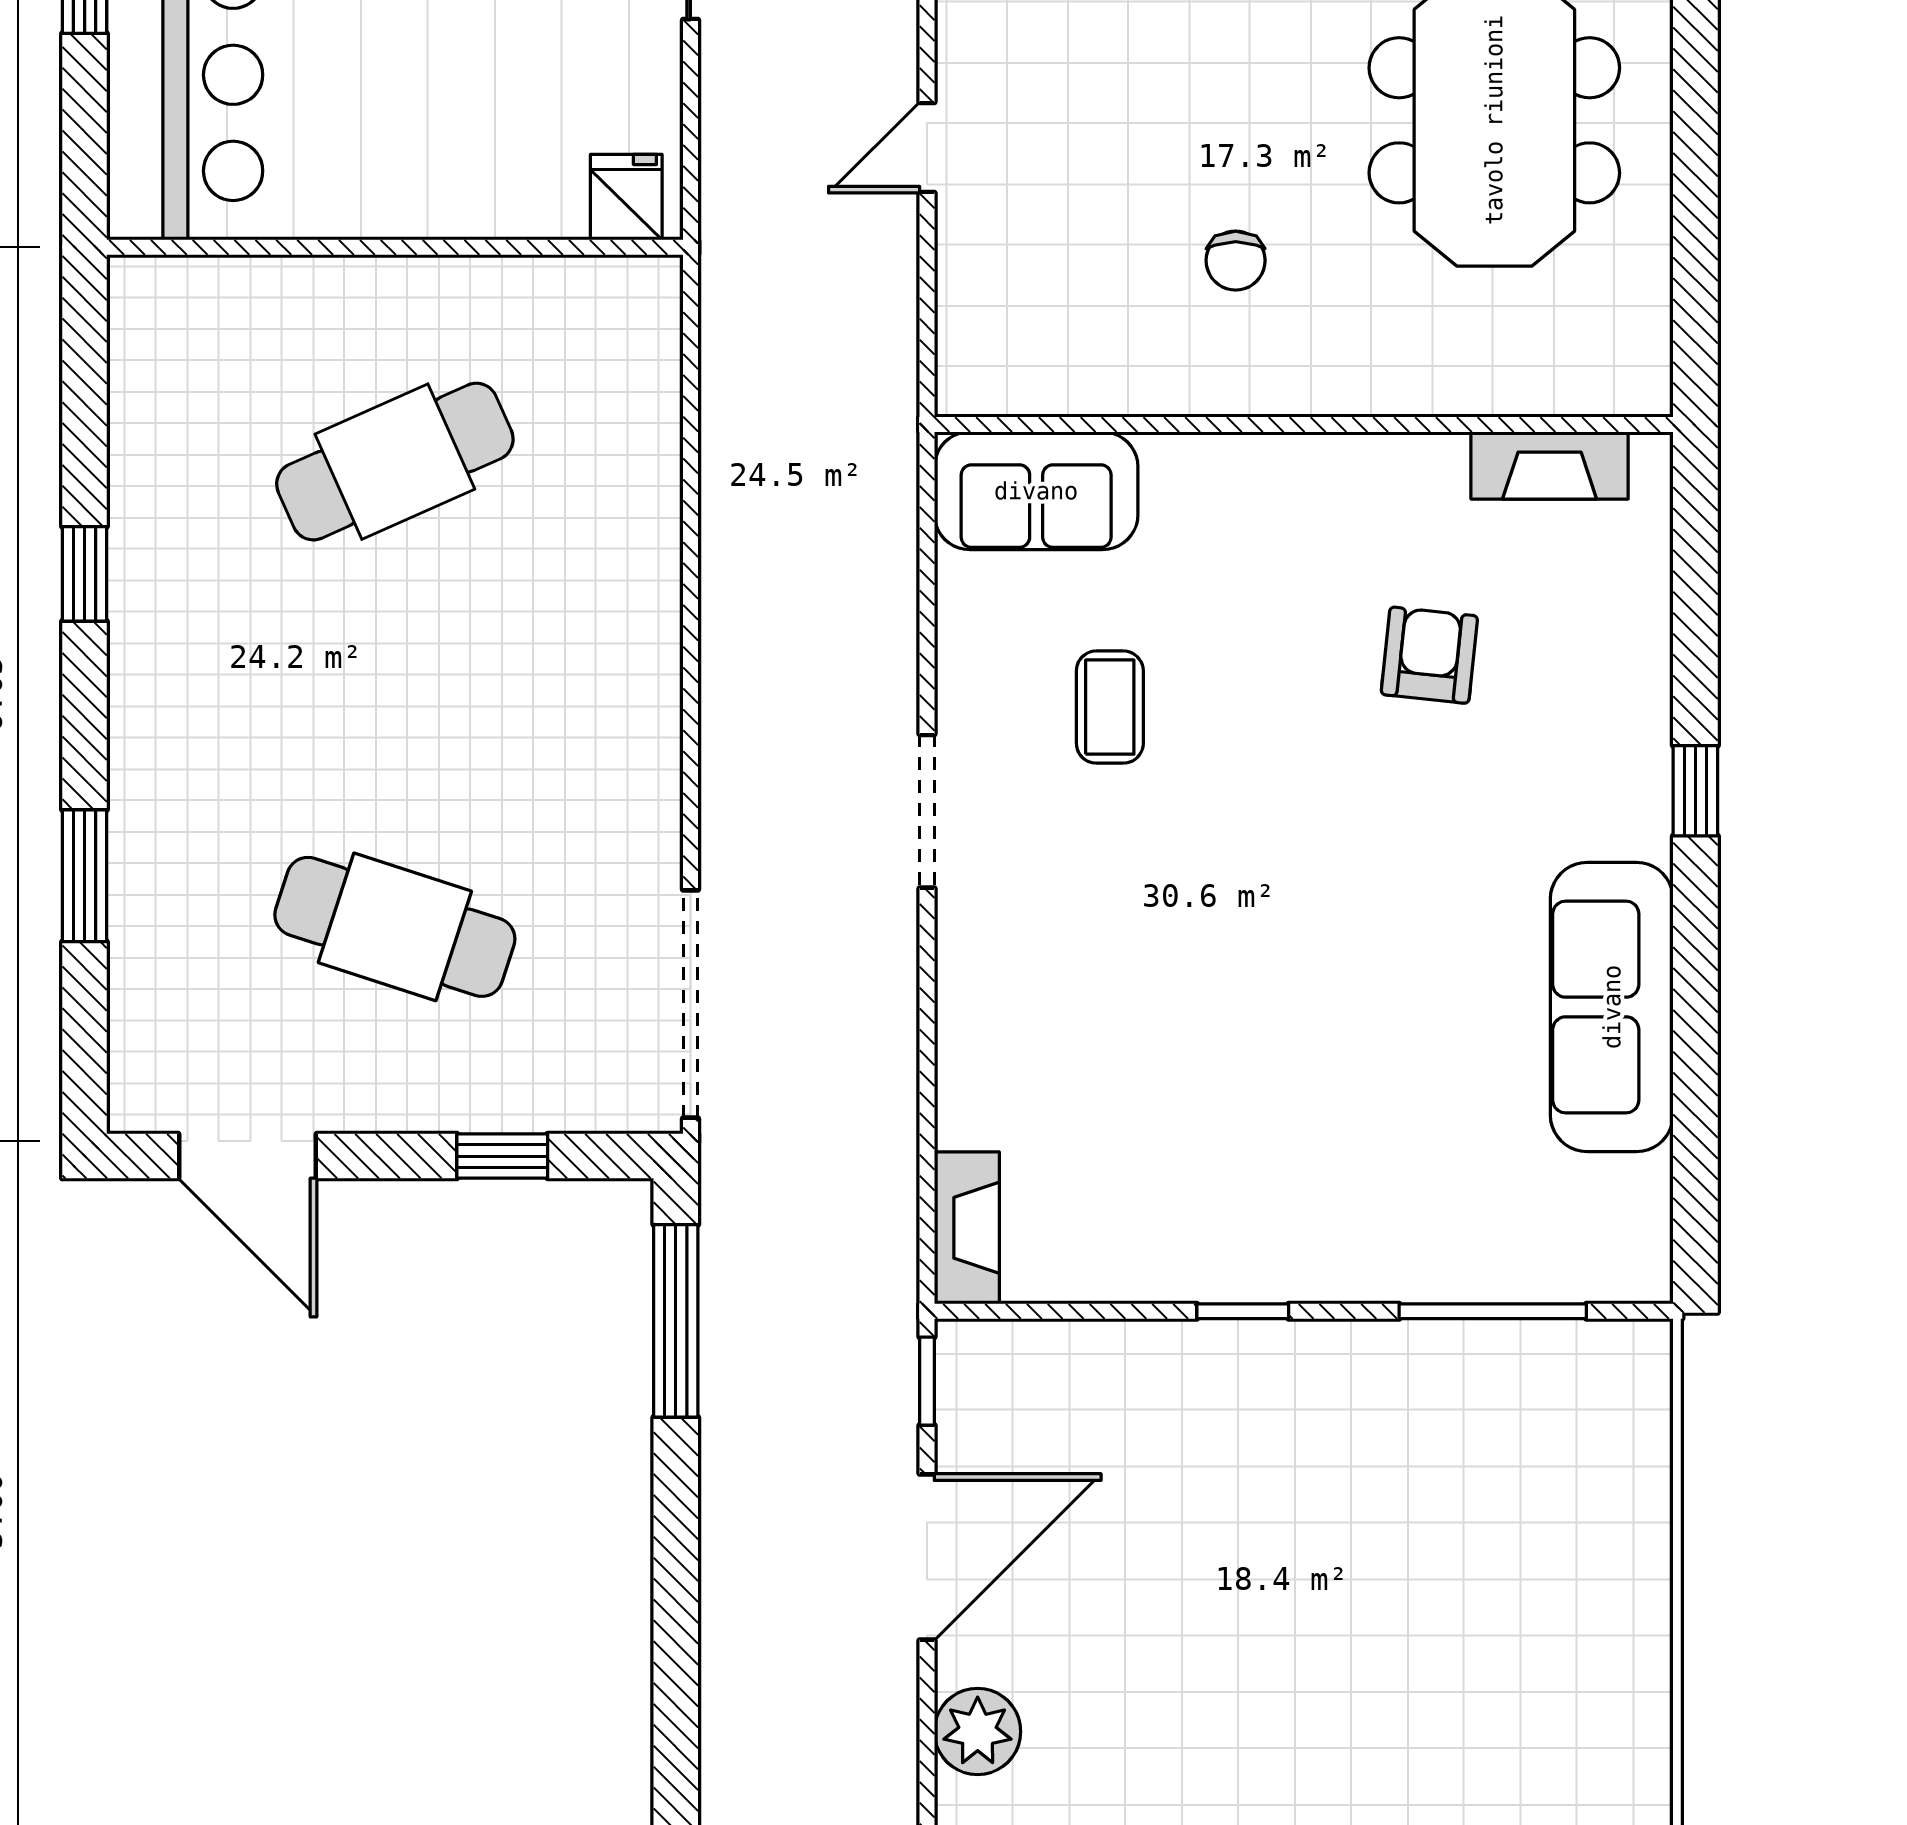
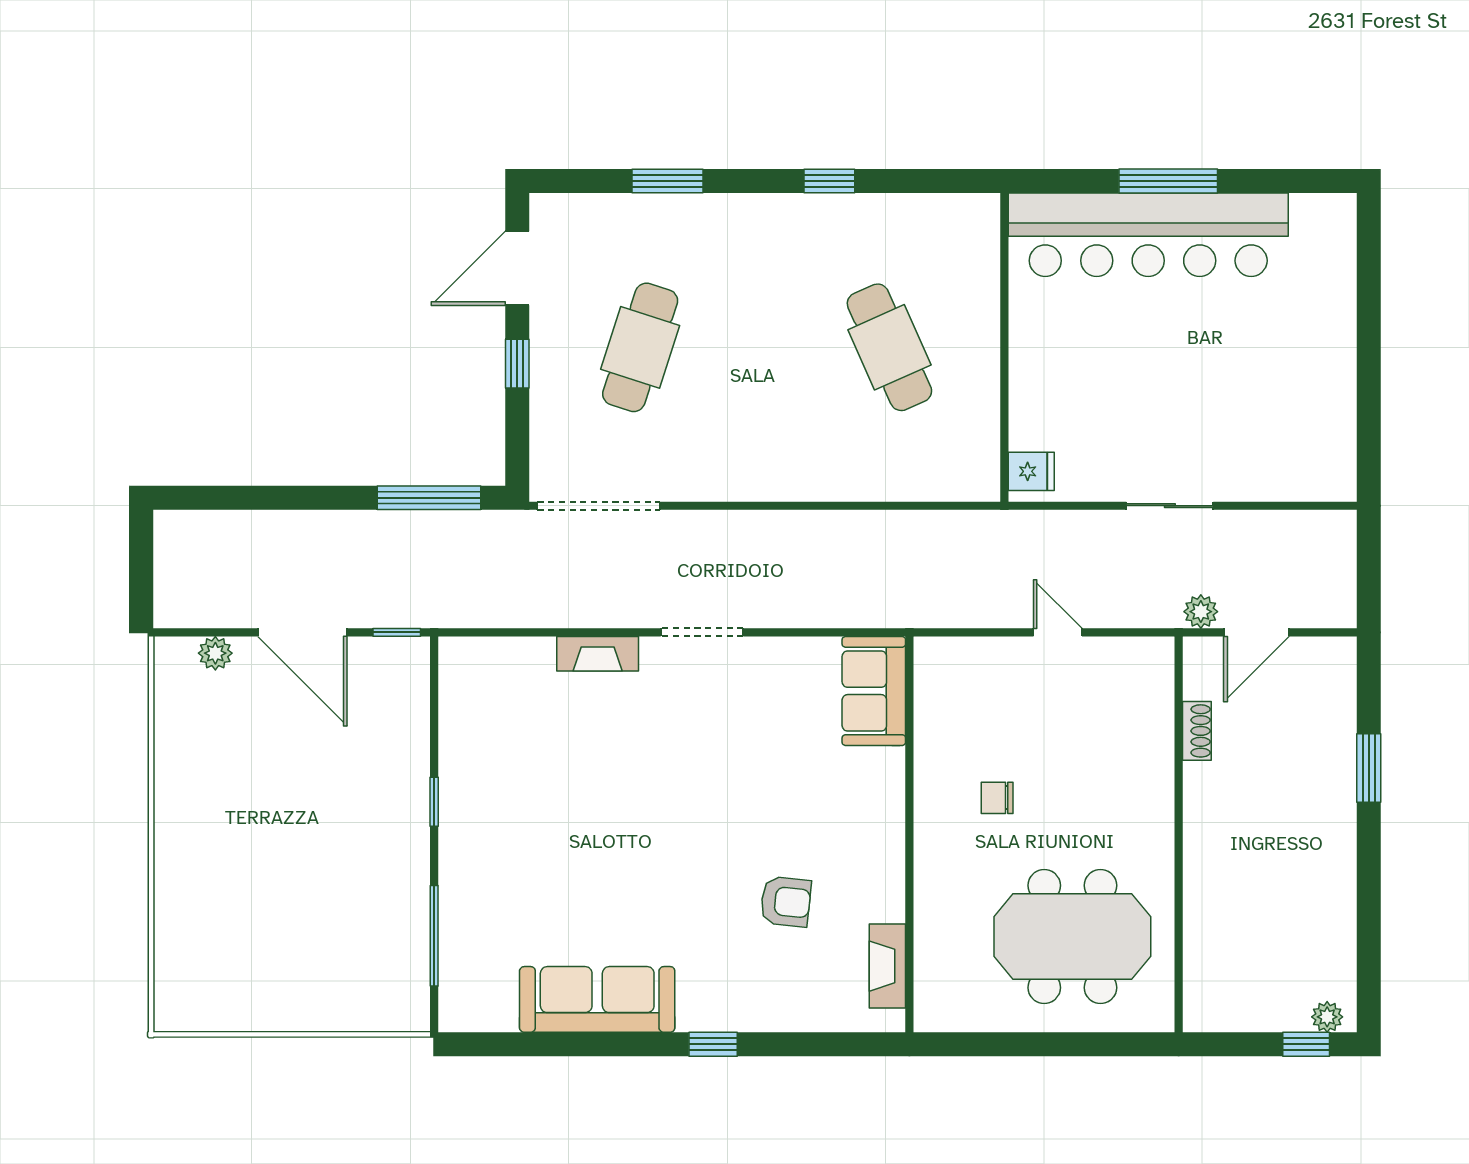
coffee table: (1110, 707) -> (758, 730), removed
window: (502, 1156) -> (517, 364), moved
fireplace: (967, 1228) -> (598, 654), moved
plant: (978, 1731) -> (215, 653), width x0.73, depth x0.73

